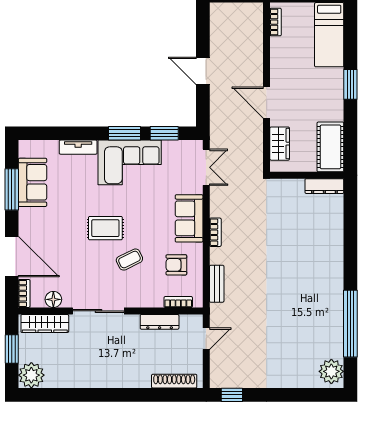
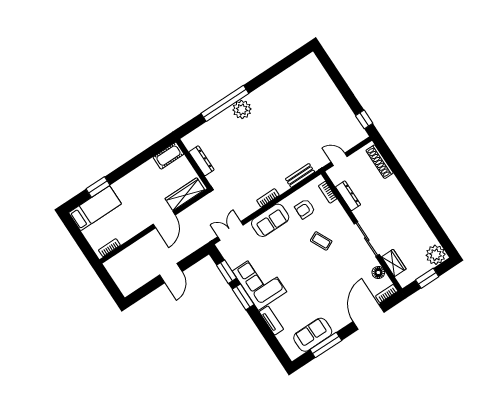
window: (350, 84) -> (98, 187), moved
wardrobe: (280, 144) -> (185, 194), width x1.50
cot: (330, 147) -> (168, 156), width x0.73, depth x0.75
dresser: (324, 186) -> (201, 161), moved
rug: (105, 228) -> (311, 269), removed
armchair: (176, 265) -> (305, 209), turned 90
wardrobe: (45, 324) -> (394, 263), width x0.67
window: (350, 324) -> (225, 103), moved
plant: (331, 371) -> (242, 109), moved

